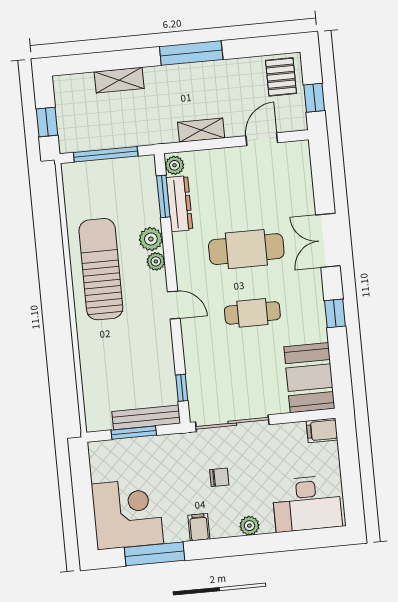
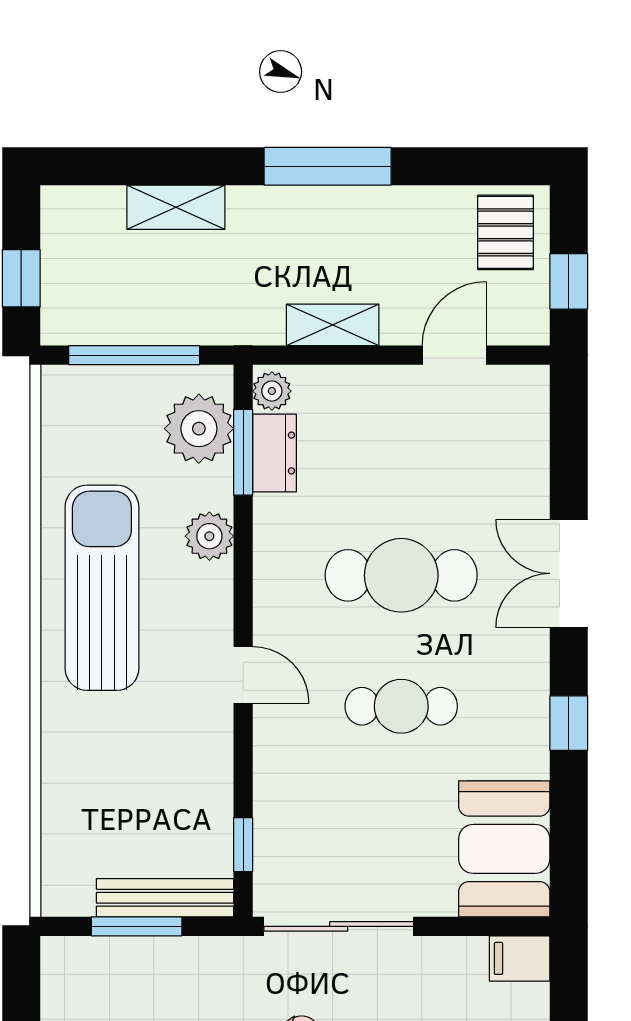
dresser: (179, 204) -> (274, 453), width x0.70
plant: (156, 261) -> (199, 429), moved, width x1.88, depth x1.88

